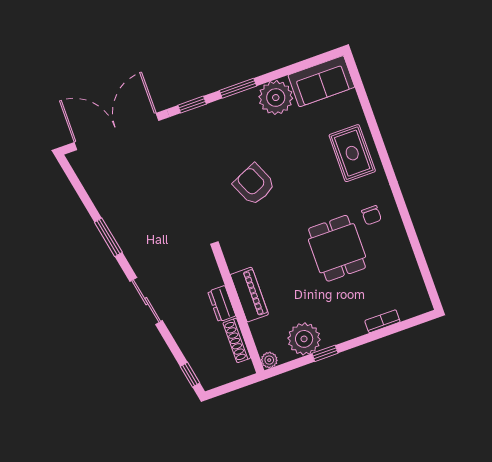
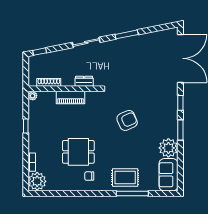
window: (375, 131) -> (132, 194), added
dresser: (222, 304) -> (84, 81), moved
plant: (304, 339) -> (37, 181), moved

